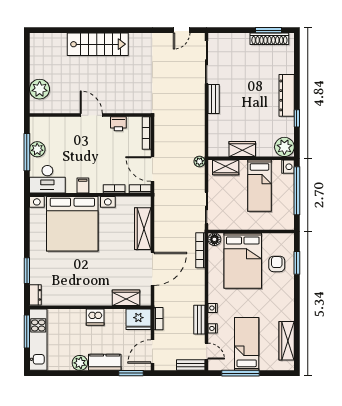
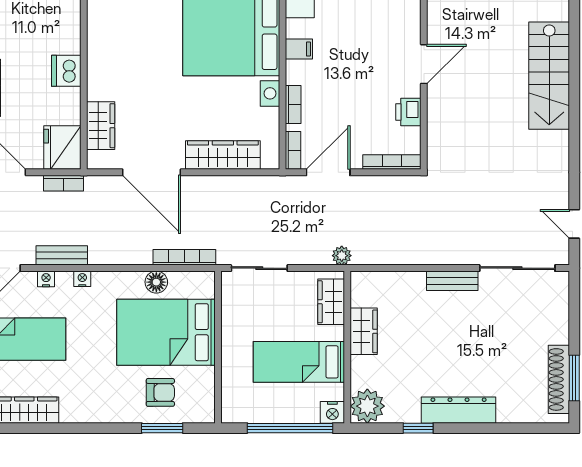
floor lamp: (214, 239) -> (156, 282), moved

